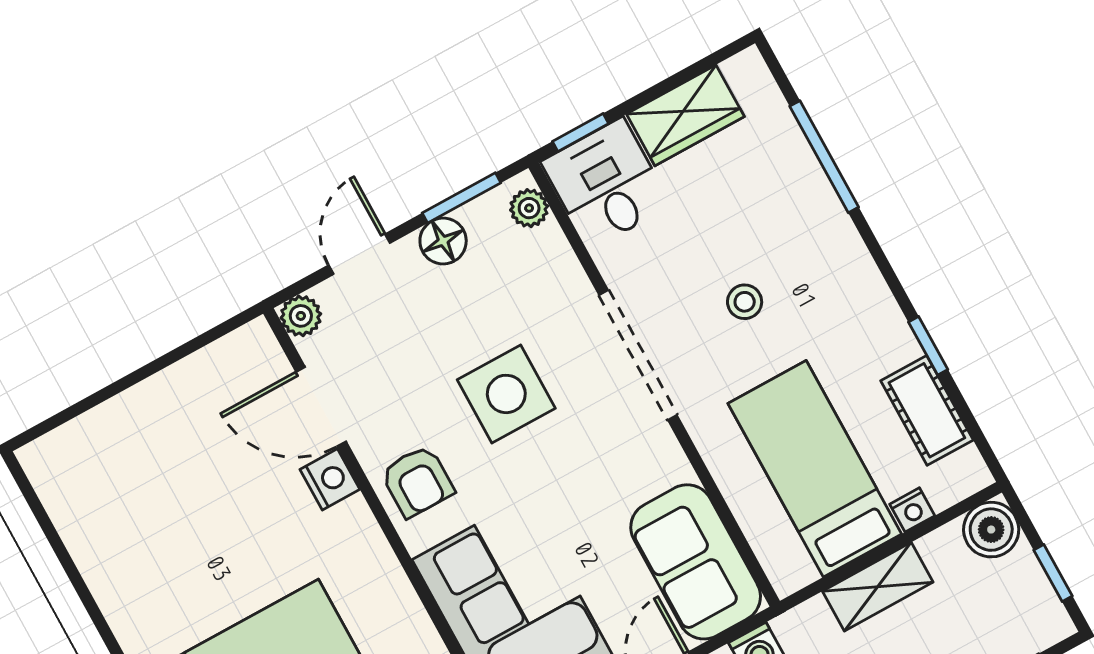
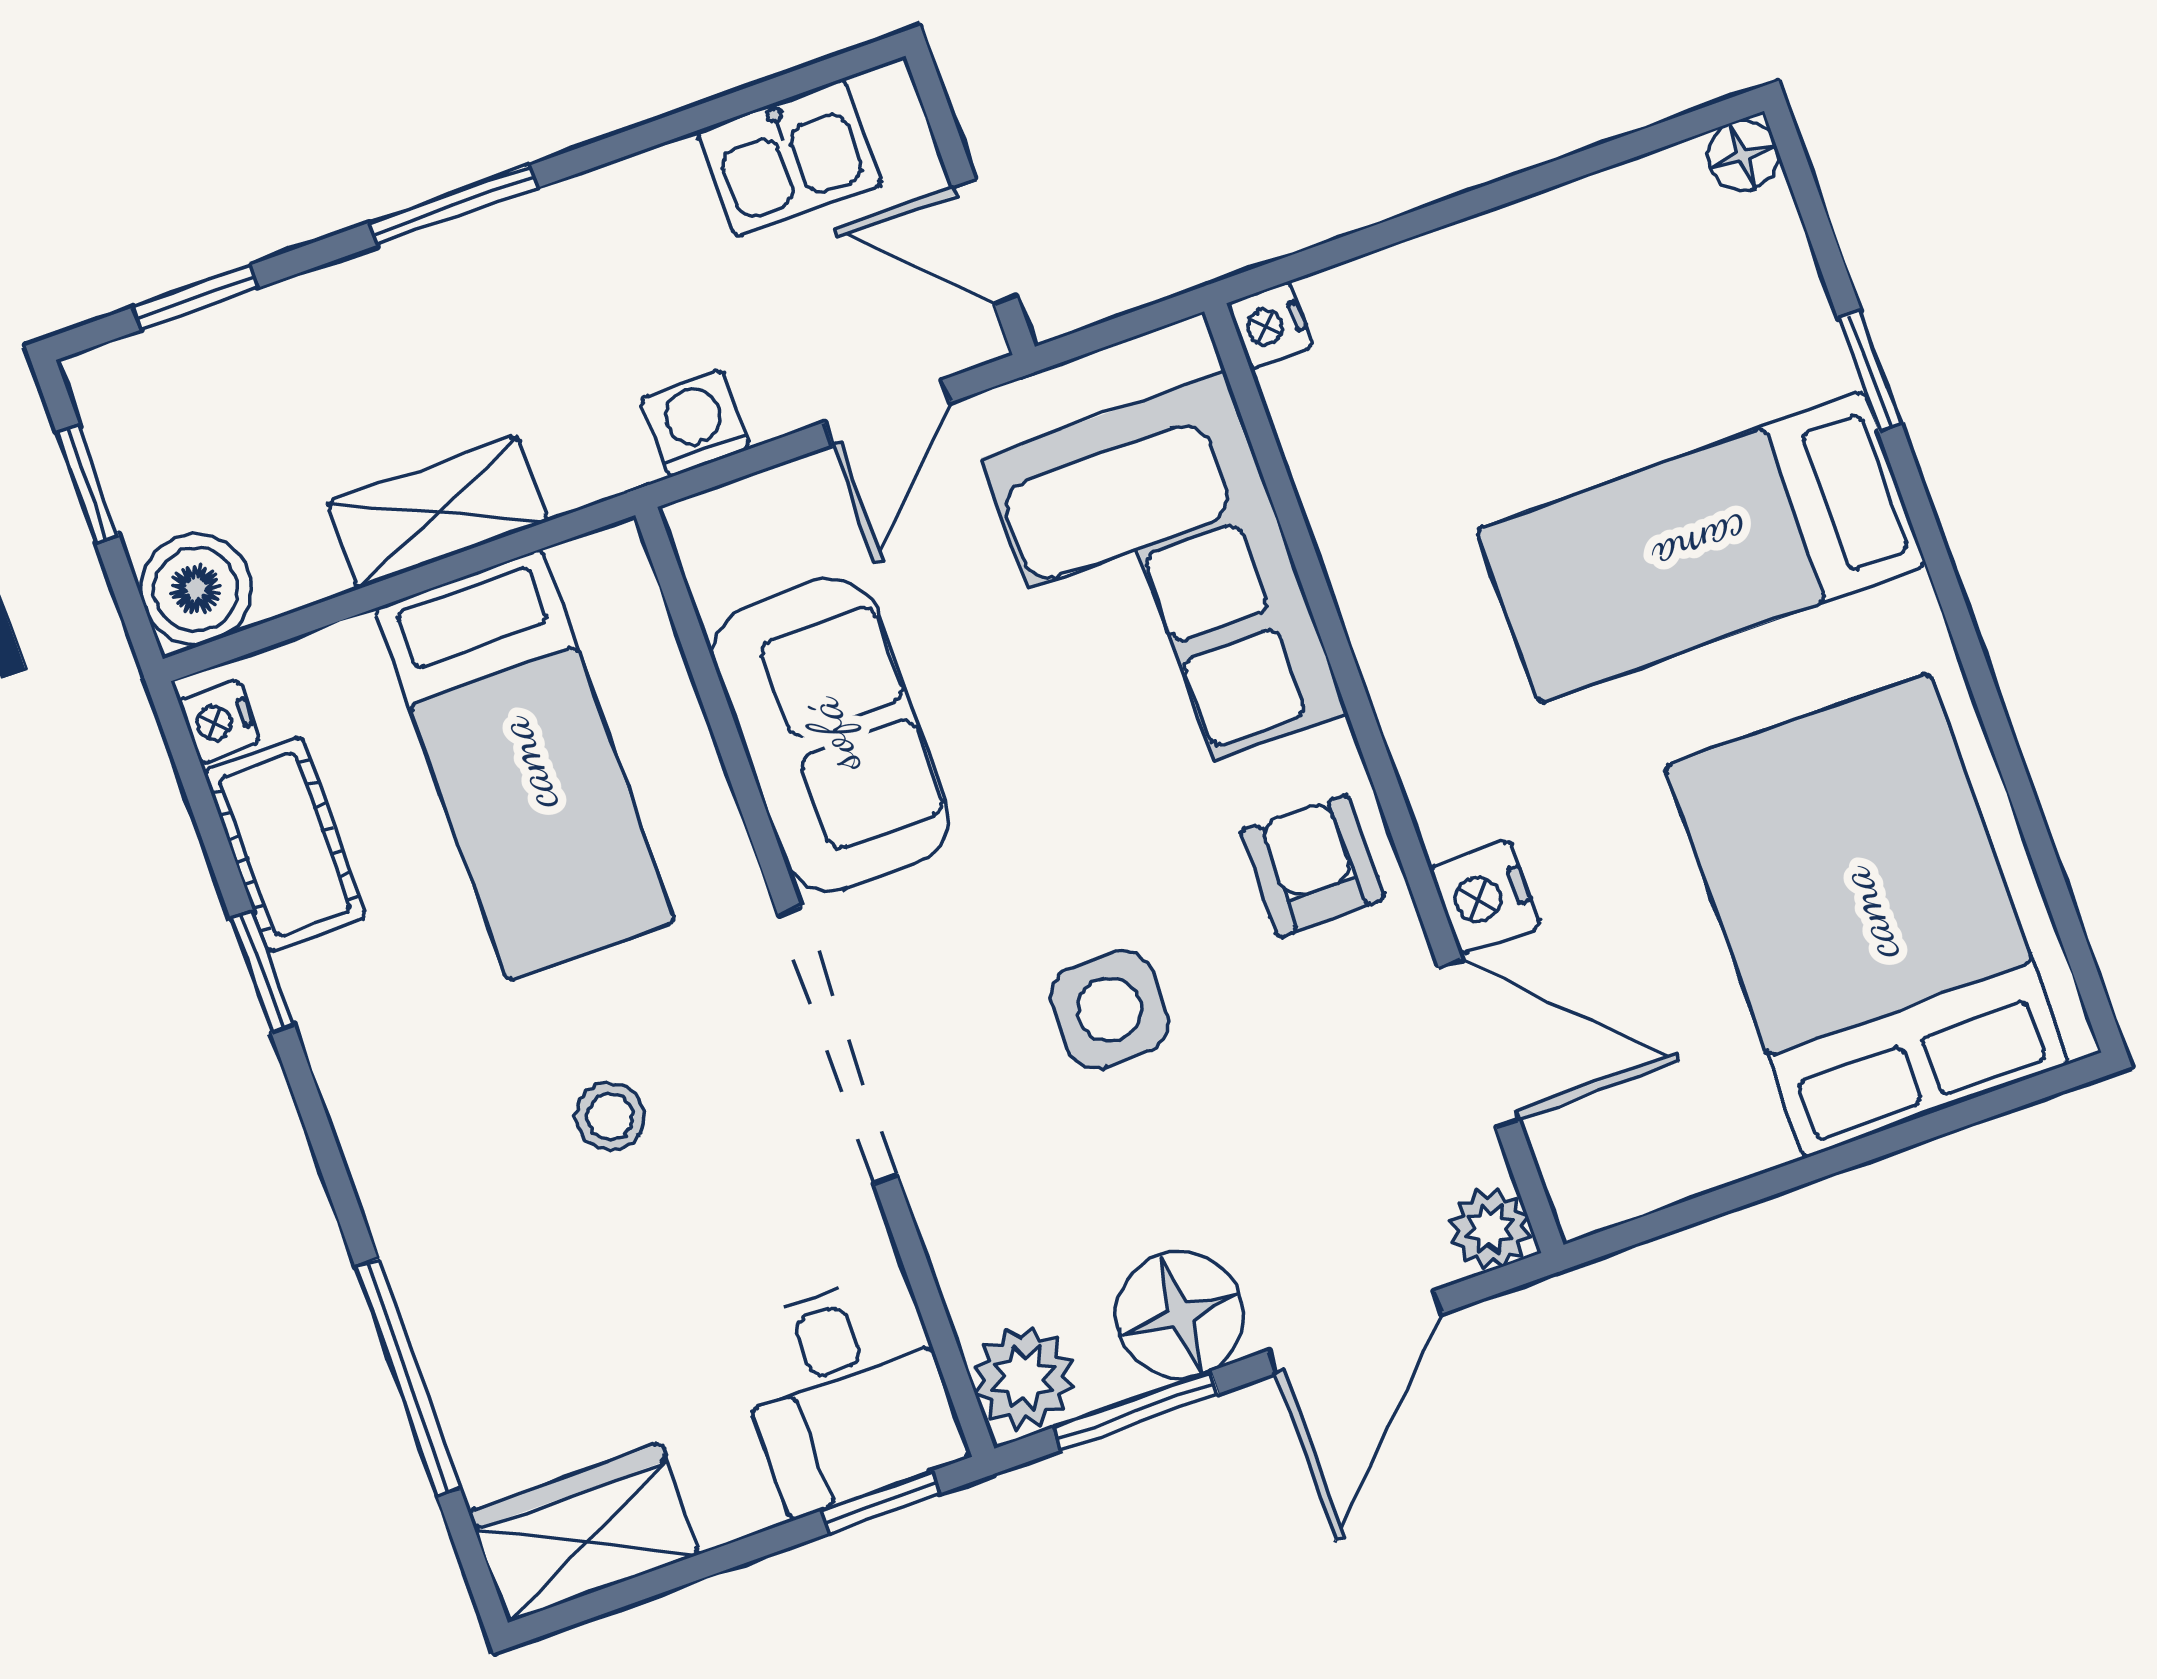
wardrobe: (685, 115) -> (584, 1533), moved
plant: (529, 208) -> (1024, 1378), width x1.38, depth x1.38
floor lamp: (443, 241) -> (1180, 1315), width x1.38, depth x1.38
door: (359, 254) -> (1355, 1332), width x1.38
side table: (506, 394) -> (1109, 1010), width x0.73, depth x0.73
bed: (140, 501) -> (1866, 915), added
nightstand: (912, 510) -> (219, 721), moved, turned -90
sofa: (696, 562) -> (831, 736), moved

